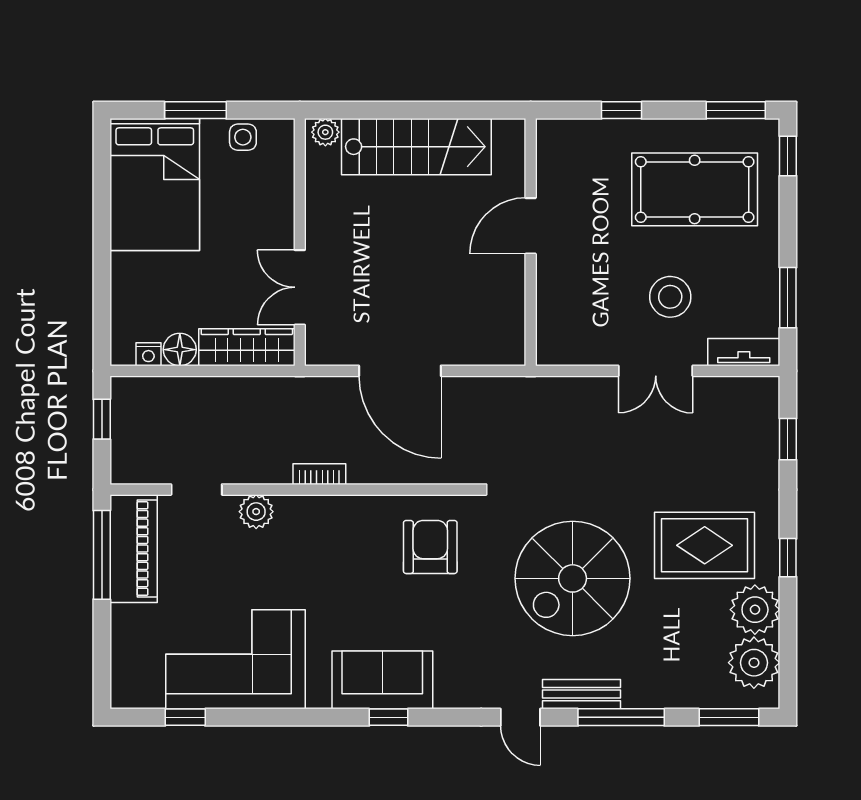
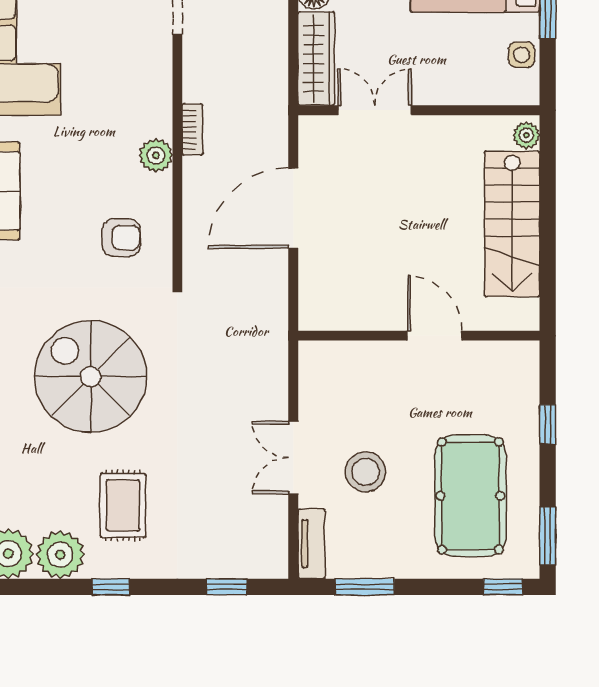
plant: (256, 512) -> (156, 155), moved
rug: (705, 545) -> (123, 505), width x0.73, depth x0.70
armchair: (430, 547) -> (121, 238), width x0.72, depth x0.72

